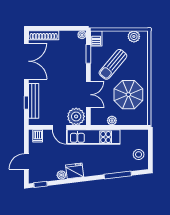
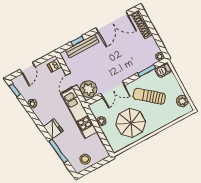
door: (26, 162) -> (28, 68), swing flipped
fridge: (75, 171) -> (53, 129), moved

